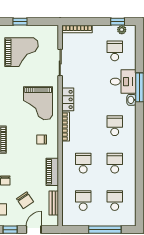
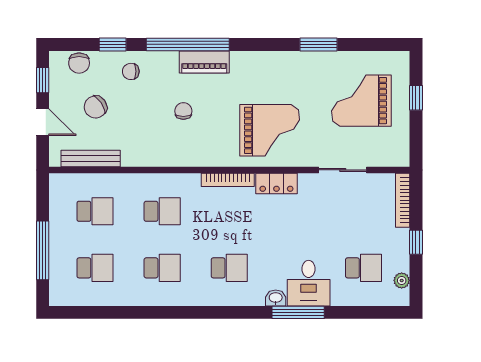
window: (118, 22) -> (416, 242), moved
grand piano: (22, 52) -> (361, 101), turned 90
grand piano: (38, 103) -> (270, 130), turned 180
chair: (42, 139) -> (183, 111), moved
piano: (52, 172) -> (147, 156), removed
bench: (54, 203) -> (91, 159), width x1.36

